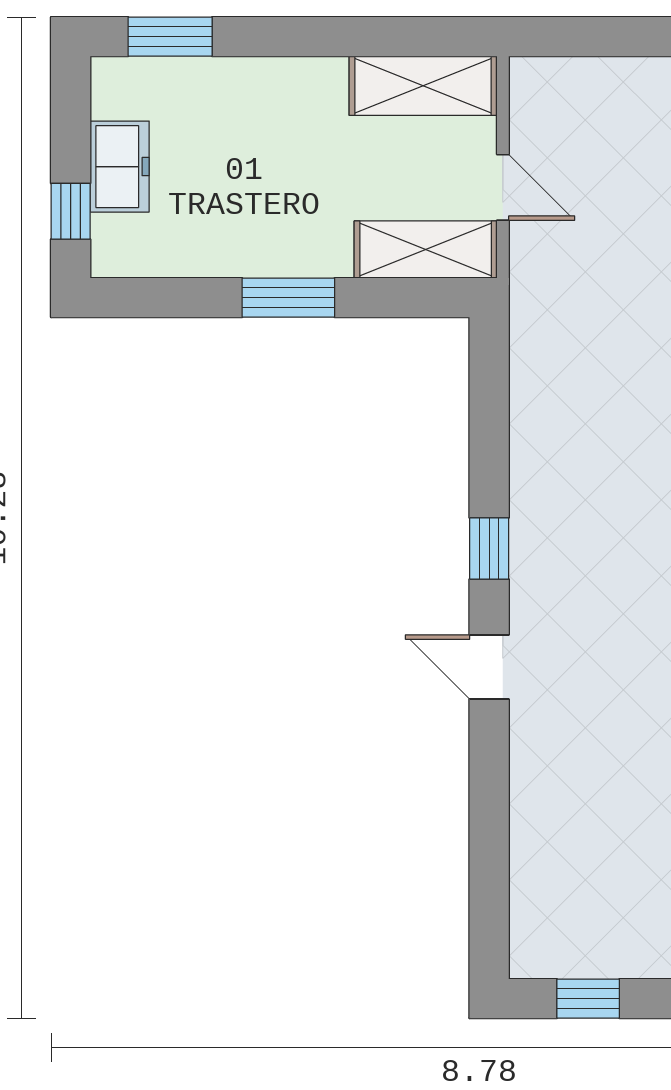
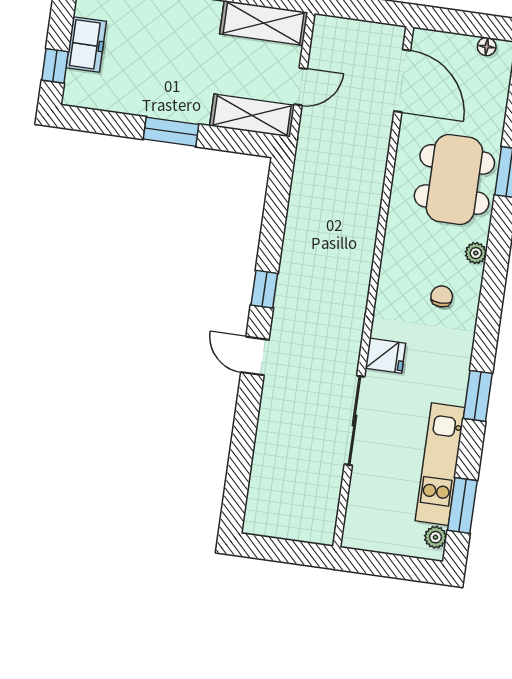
door: (503, 187) -> (301, 87), hinge flipped
window: (588, 999) -> (284, 551), removed

